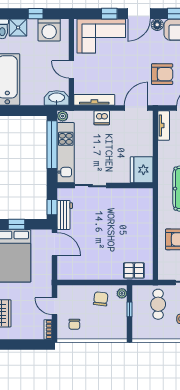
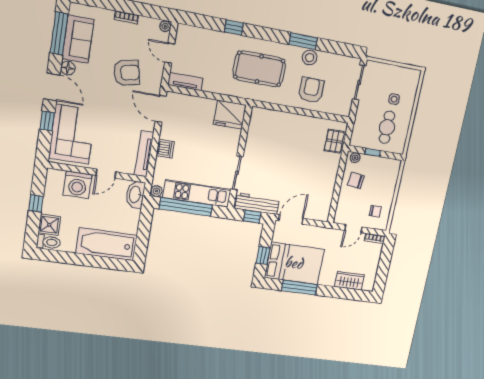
washing machine: (49, 30) -> (77, 185), moved, turned 90
armchair: (162, 74) -> (127, 73), turned 77
workbench: (65, 215) -> (257, 204), width x1.38
cafe table: (158, 304) -> (387, 127), moved, turned 90

